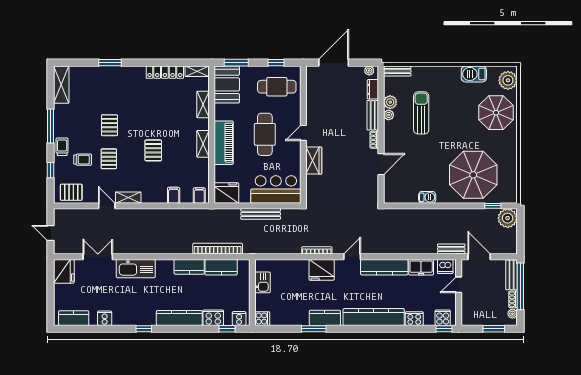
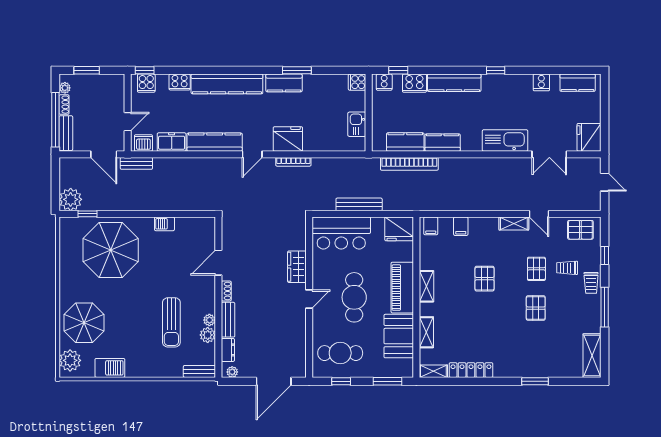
booth: (227, 84) -> (399, 336), moved

